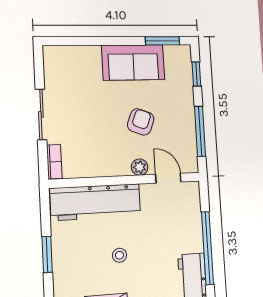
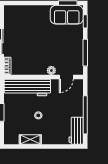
sofa: (133, 62) -> (67, 15), moved
armchair: (141, 122) -> (53, 47), removed
door: (168, 178) -> (66, 77), swing flipped

